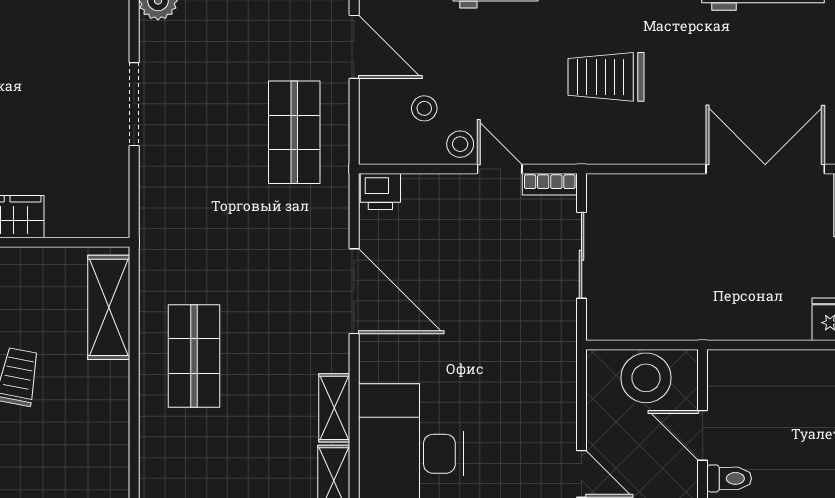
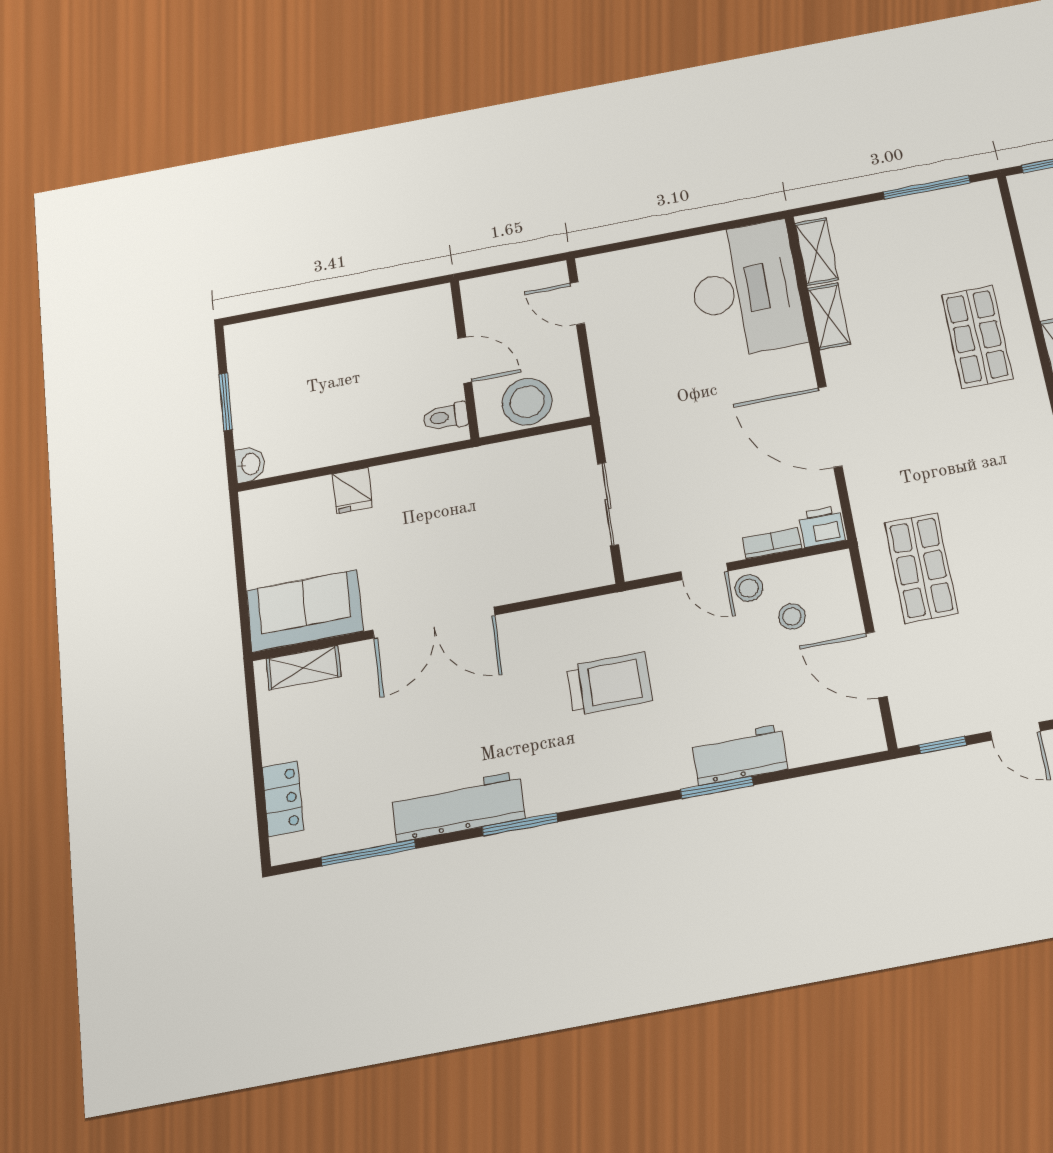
bookcase: (550, 184) -> (772, 543), moved
toilet: (729, 478) -> (445, 417), moved

